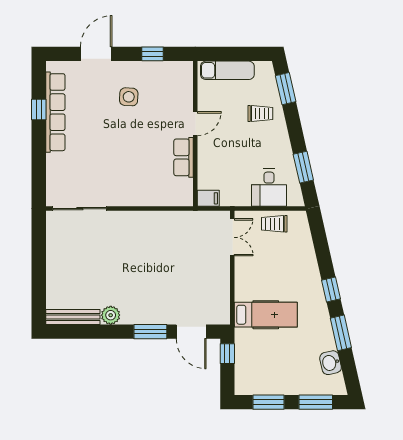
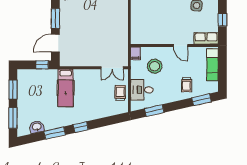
row of seats: (184, 157) -> (206, 38), moved
stool: (230, 167) -> (155, 66), added

